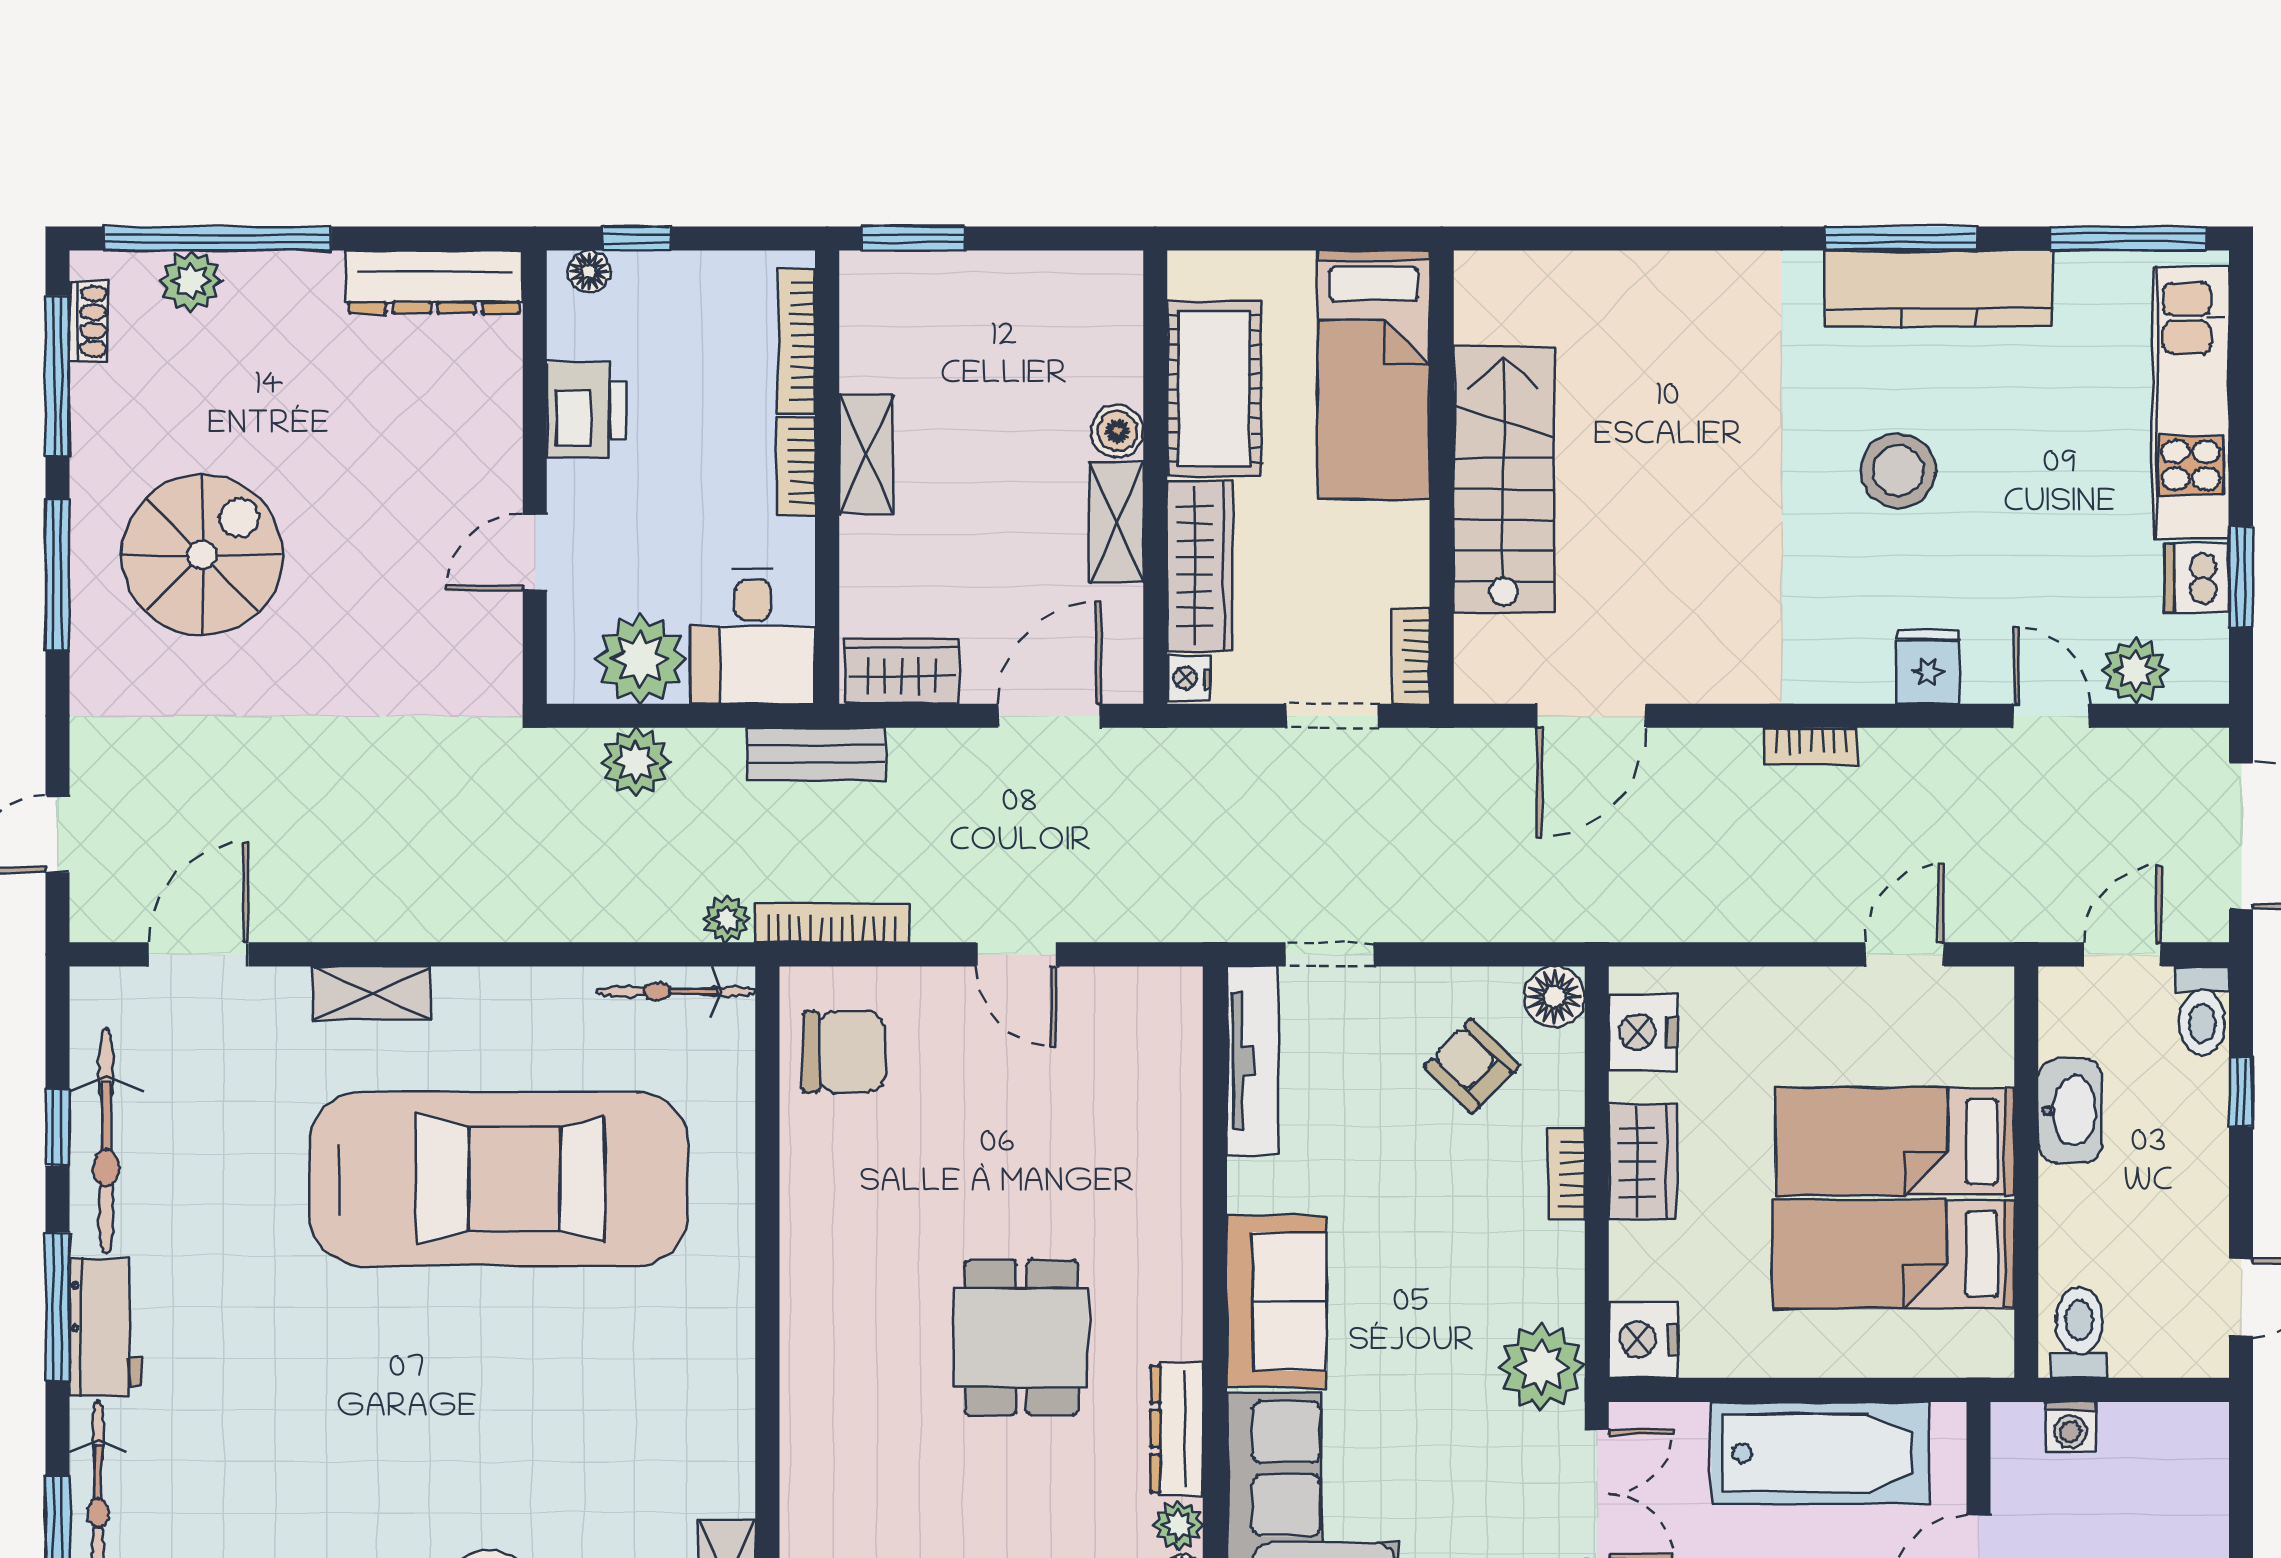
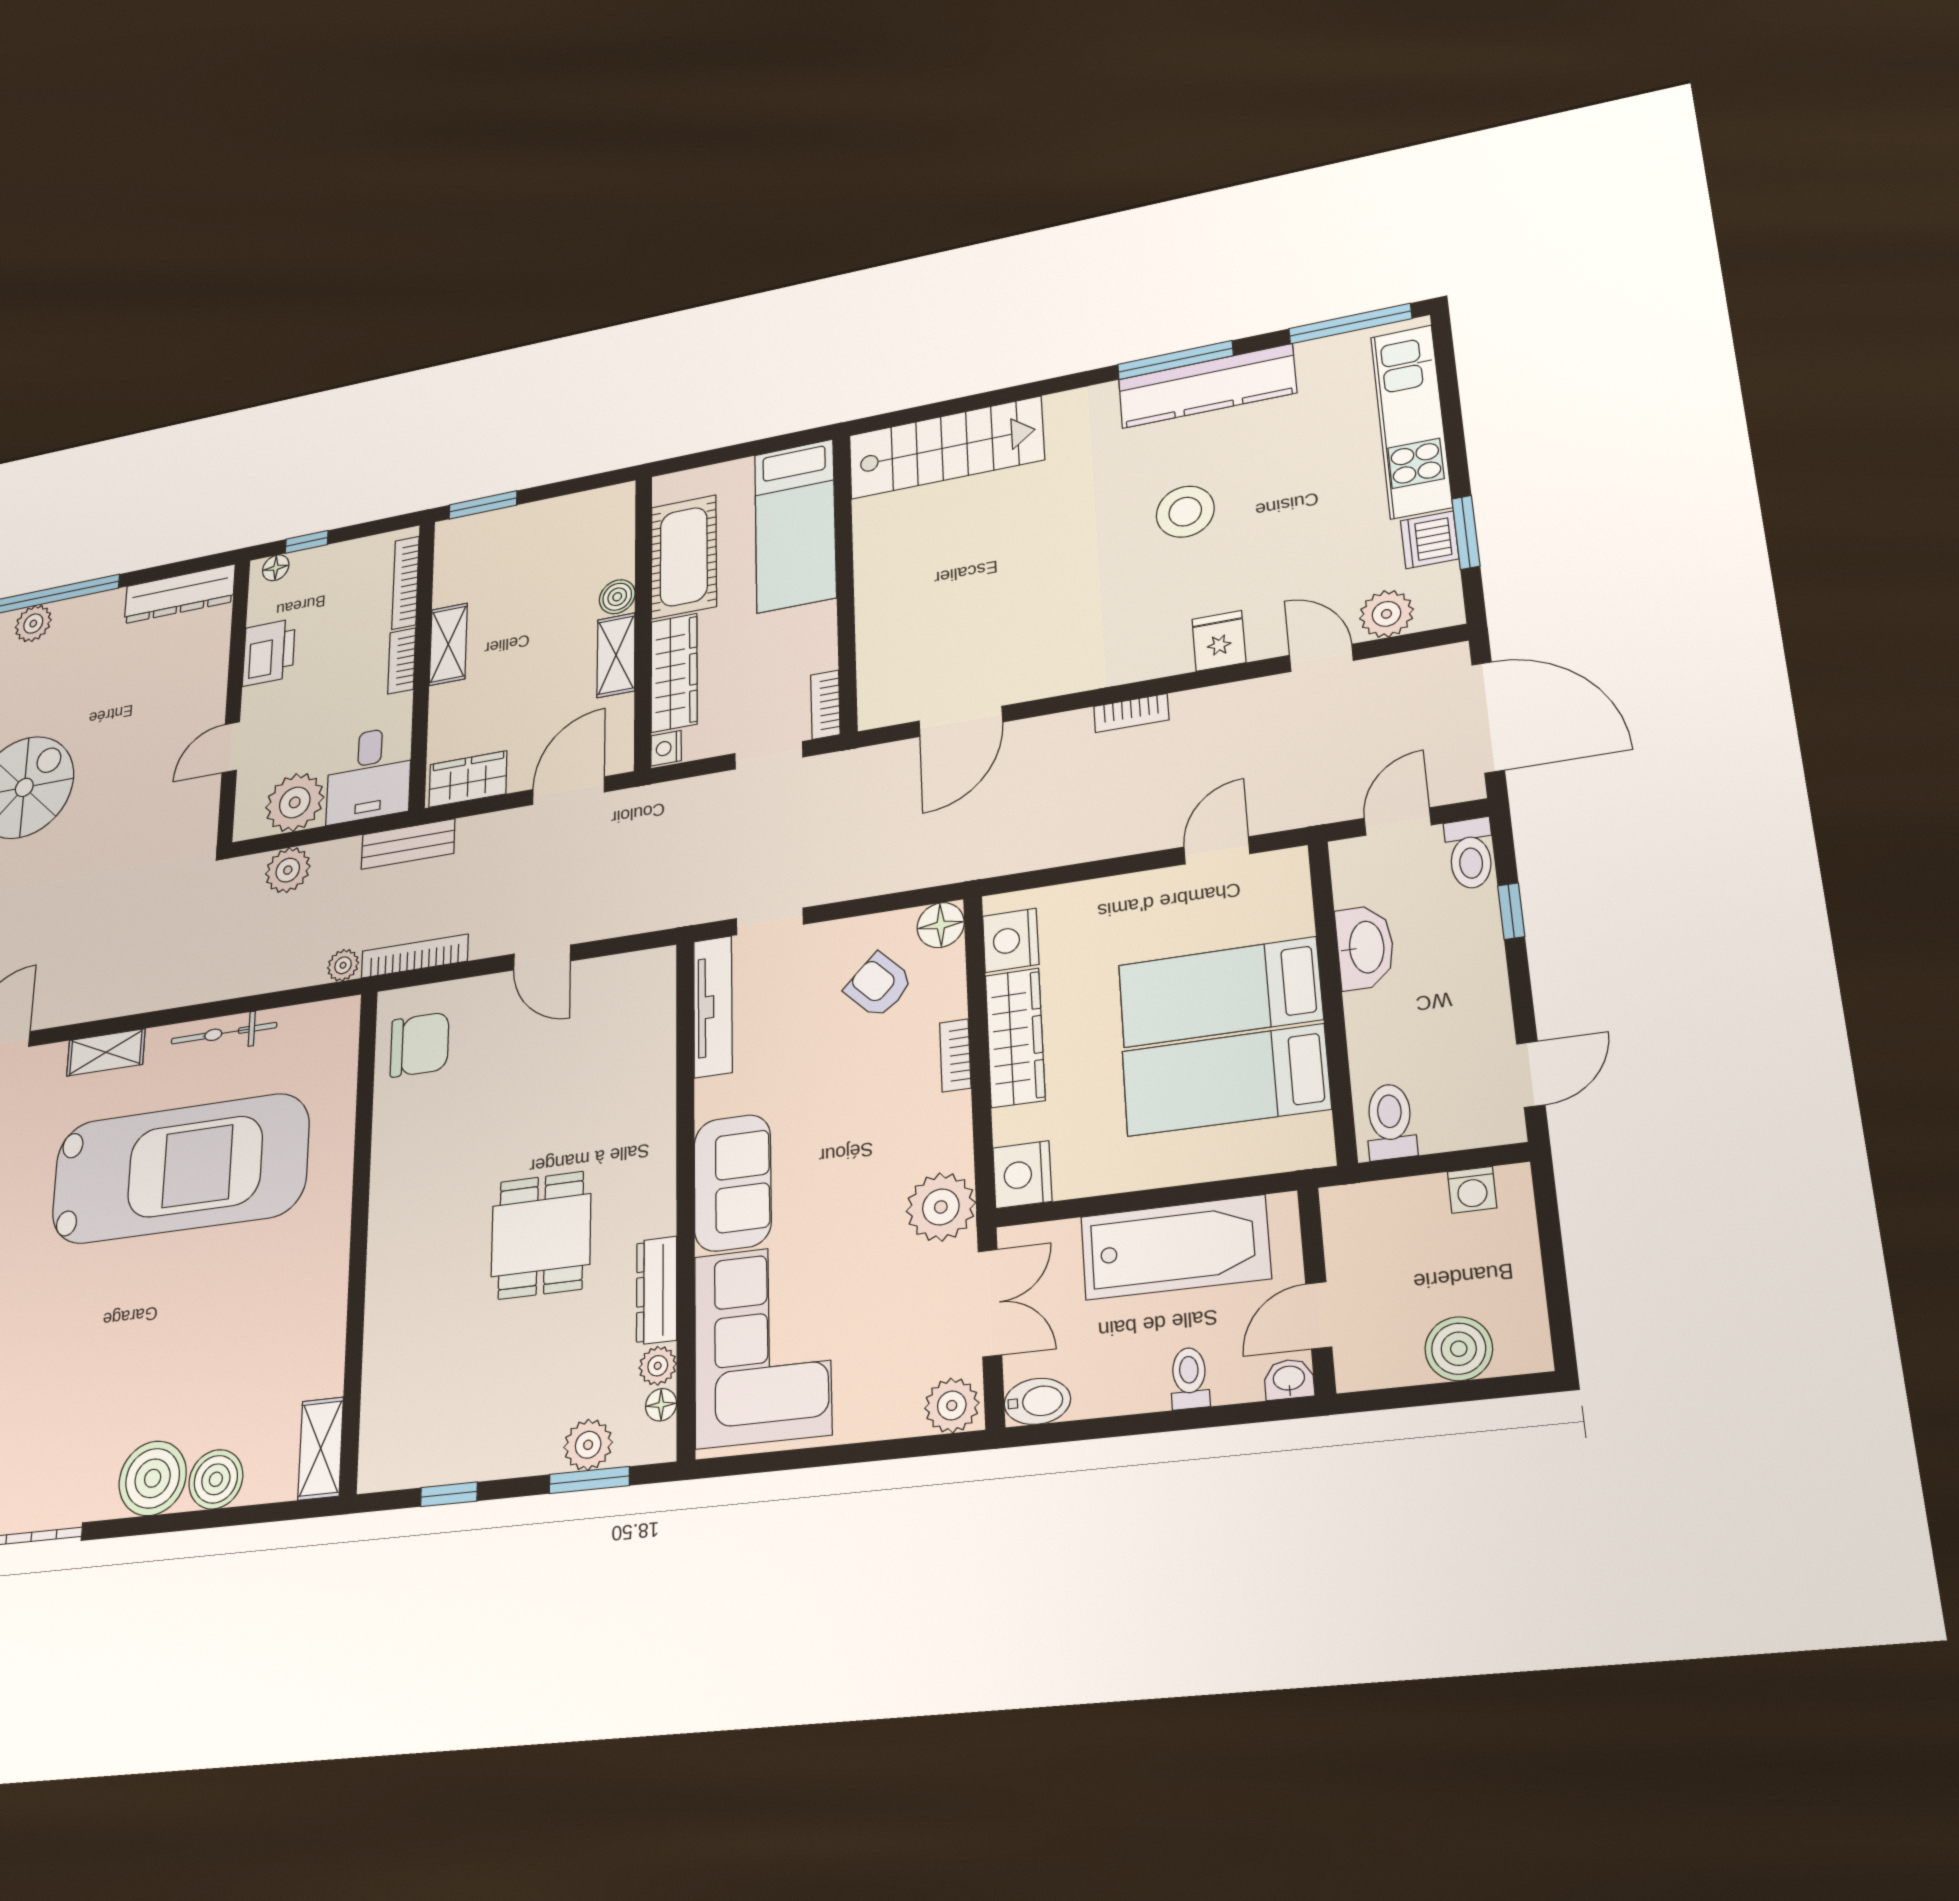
stairs: (1504, 480) -> (946, 448), moved, turned 90
bicycle: (676, 991) -> (224, 1033), moved
wardrobe: (1642, 1162) -> (1015, 1038), width x1.50
washing machine: (2070, 1427) -> (1472, 1190), moved

